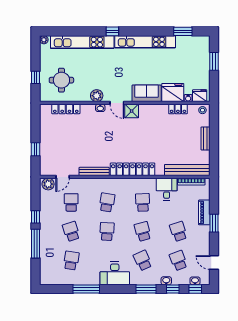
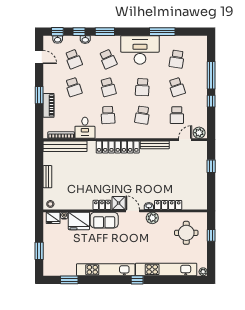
locker: (66, 109) -> (168, 205), moved
locker: (178, 109) -> (102, 205), moved
desk: (115, 273) -> (140, 50), width x1.36, depth x1.30

